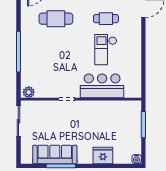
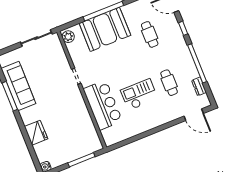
cafe table: (56, 19) -> (150, 34), width x0.73, depth x0.74
booth: (35, 57) -> (105, 29), added

